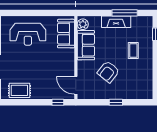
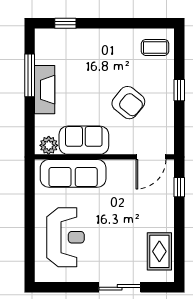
sofa: (66, 34) -> (73, 173), width x1.36
coffee table: (133, 51) -> (155, 47), moved

